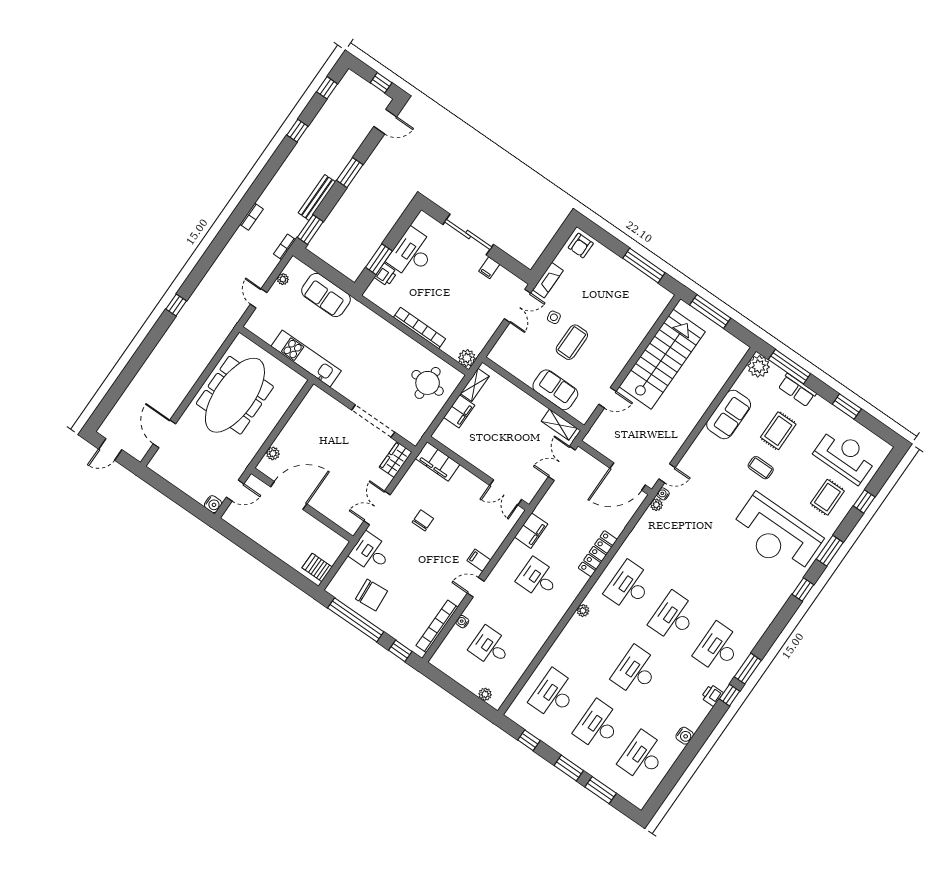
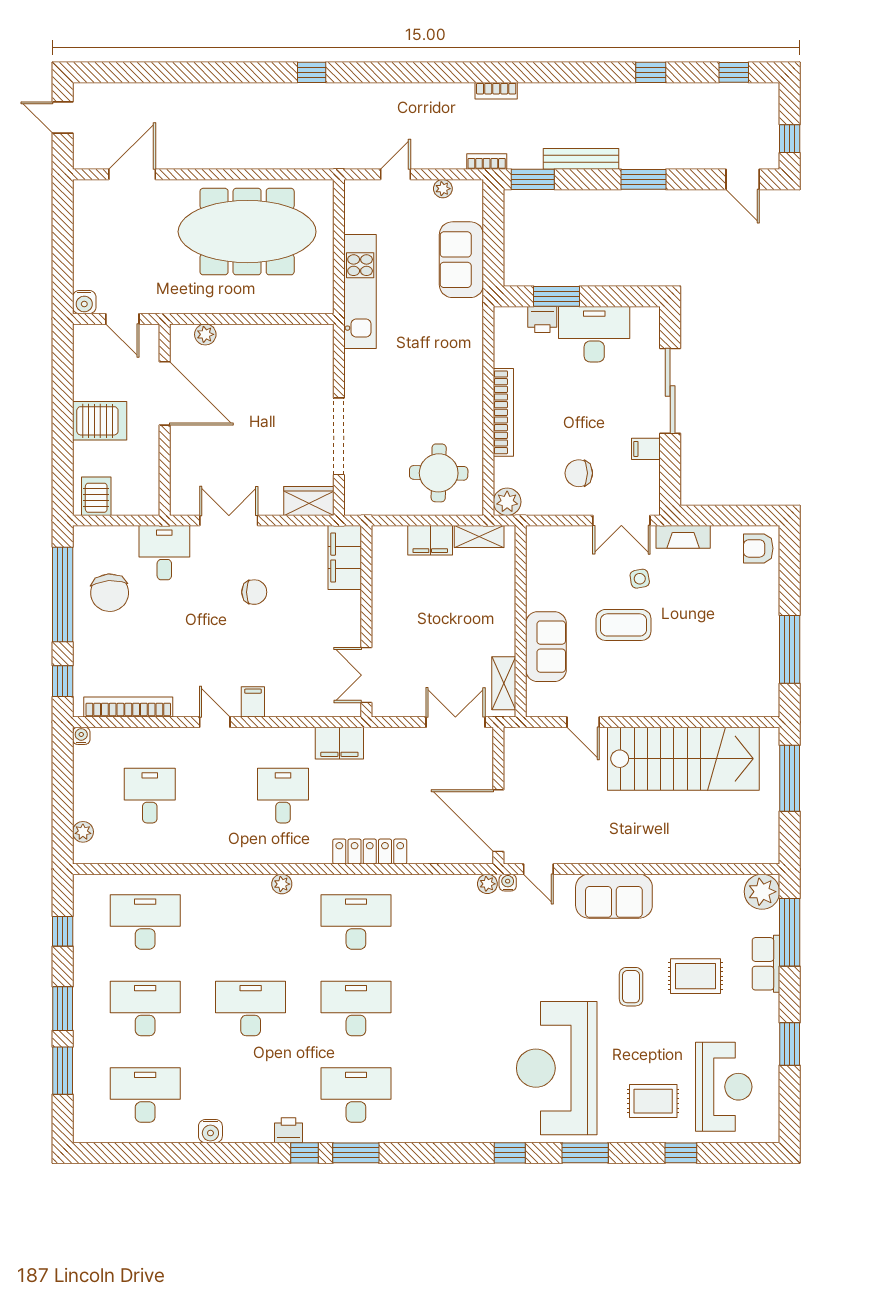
chair: (478, 311) -> (579, 473), added
sofa: (729, 414) -> (614, 896), moved
server rack: (280, 539) -> (100, 421), added
water cooler: (462, 622) -> (81, 736), moved

